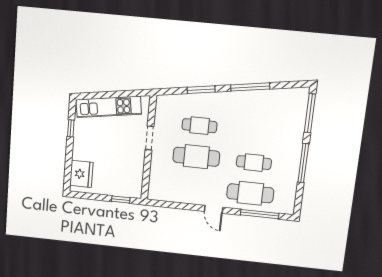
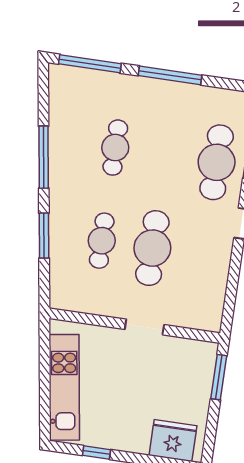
doorway: (150, 138) -> (144, 327), moved
cafe table: (254, 163) -> (115, 148), moved
window: (121, 199) -> (219, 377), width x1.50

